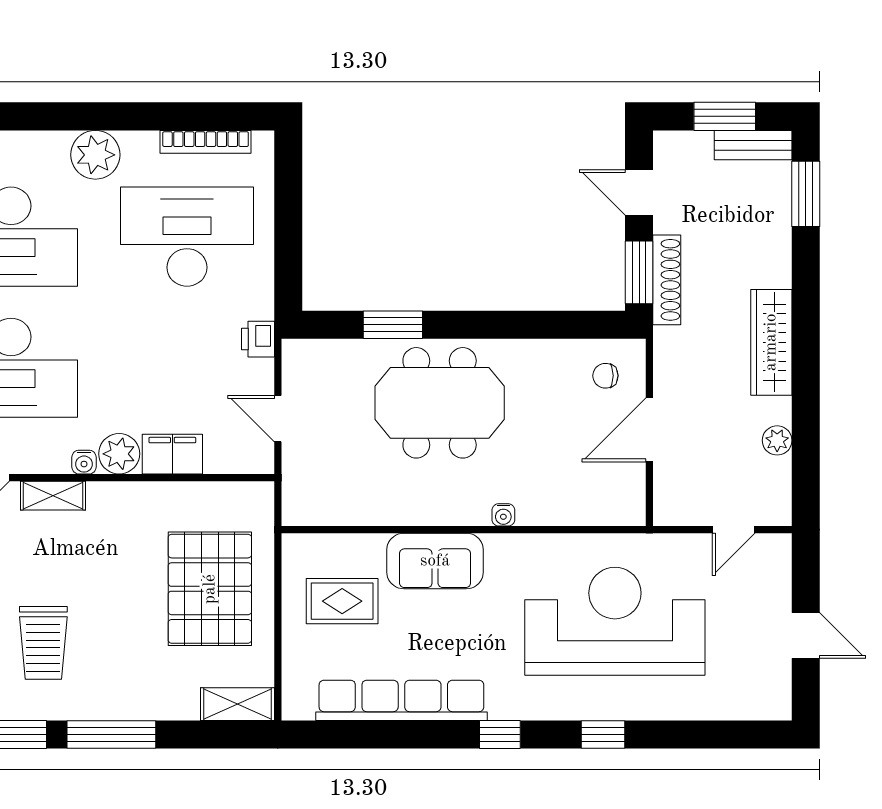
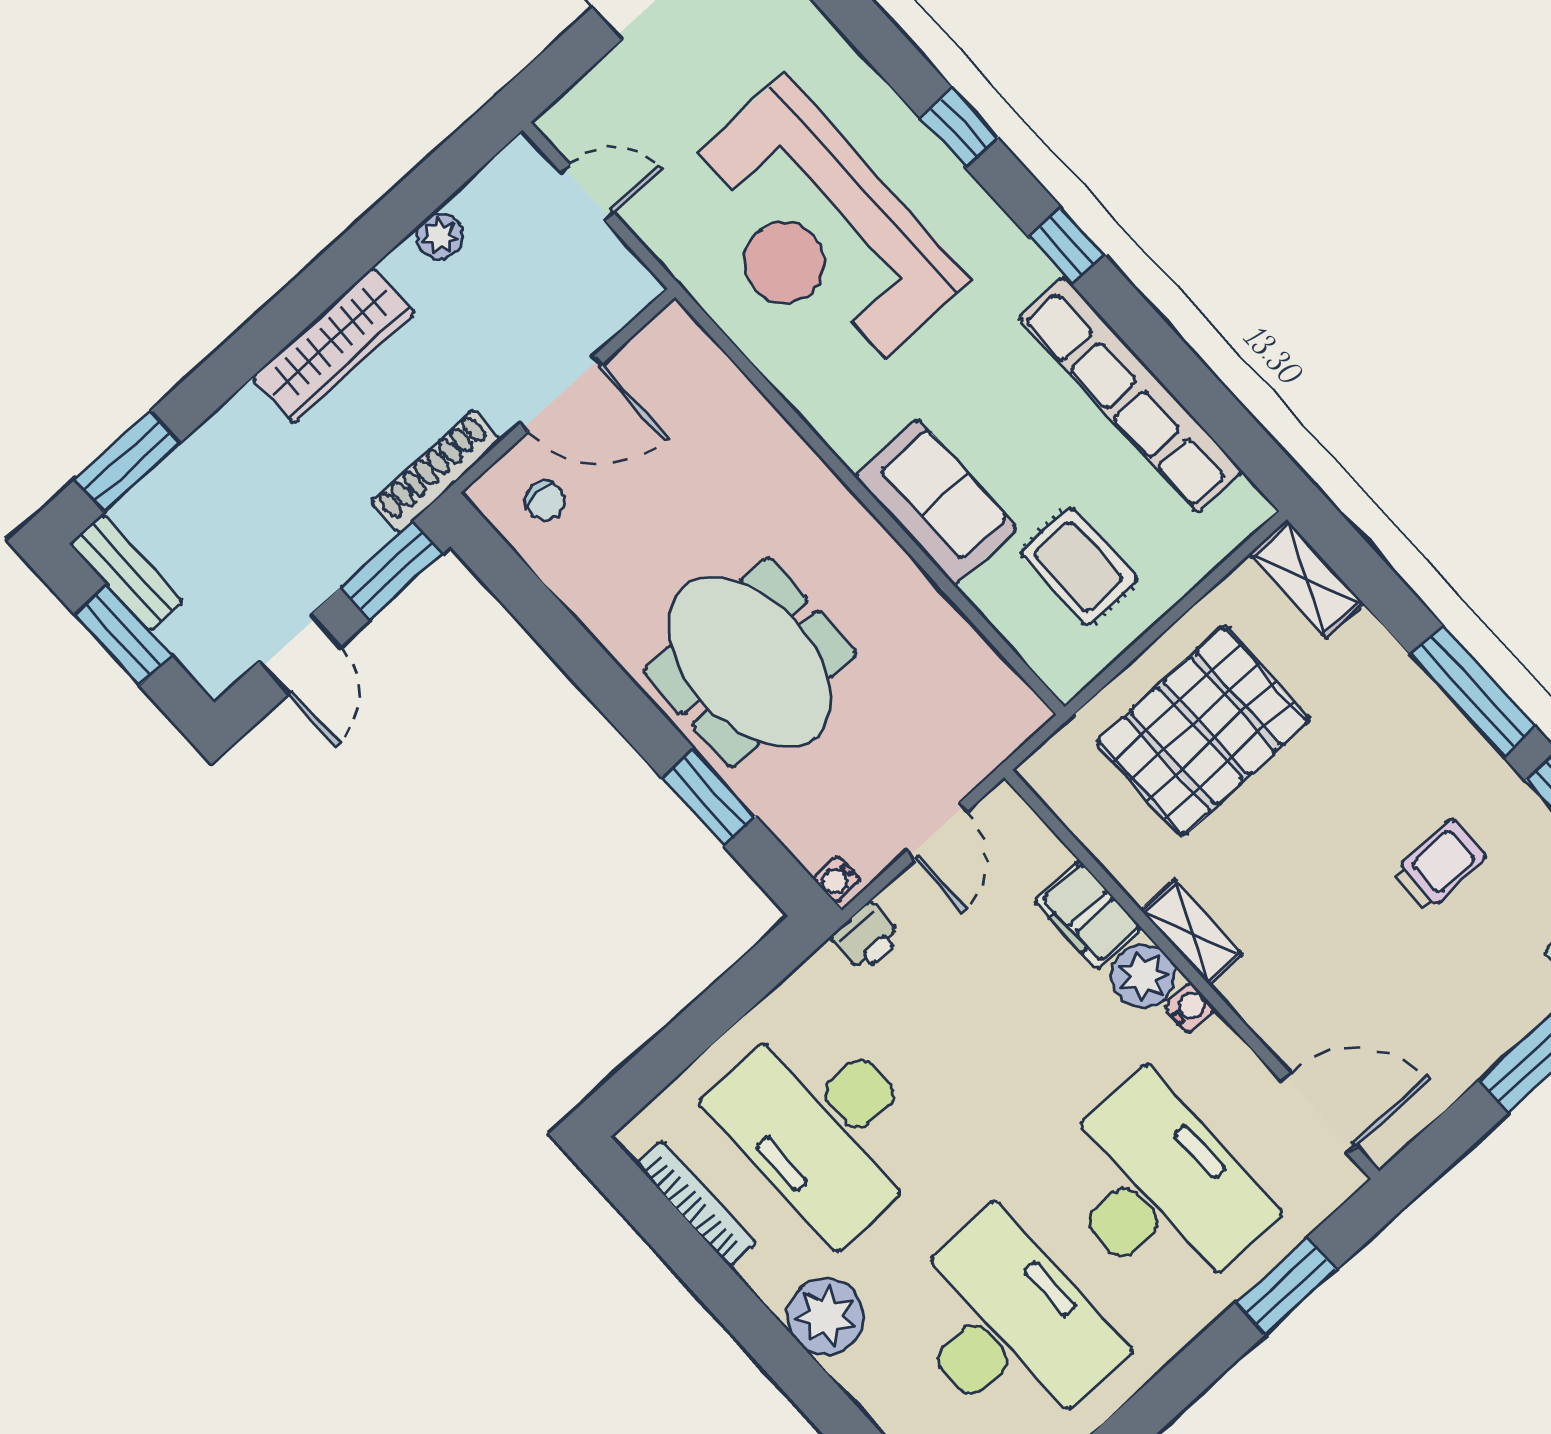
shoe rack: (667, 280) -> (436, 471), moved
shelving: (53, 496) -> (1191, 932), moved
water cooler: (503, 515) -> (837, 879), moved, turned 180
trolley: (43, 643) -> (1439, 865), width x0.73, depth x0.72

